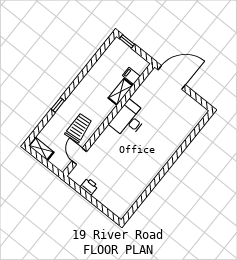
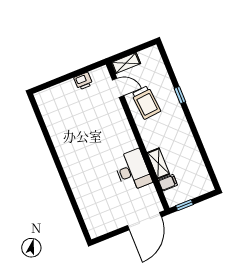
window: (127, 41) -> (184, 205), moved
desk: (129, 120) -> (133, 170), moved
shelving: (41, 149) -> (126, 63), moved

